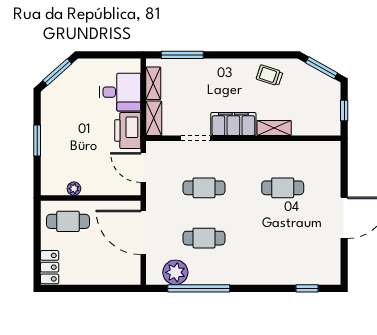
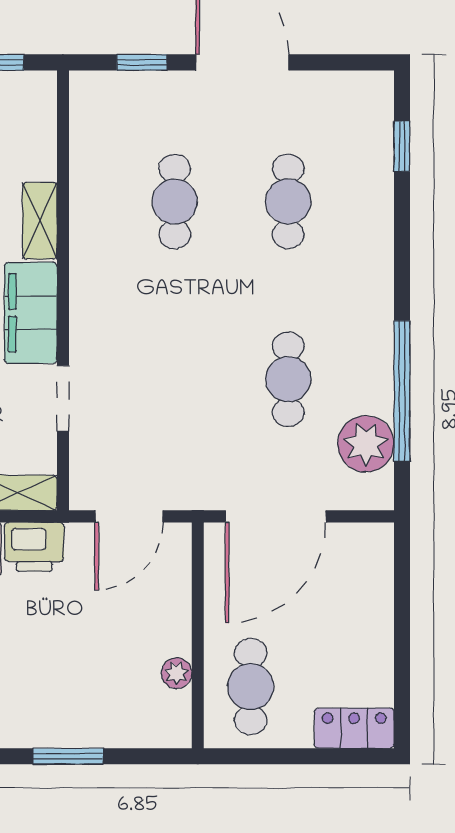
printer: (128, 131) -> (34, 547), width x0.73, depth x0.84
window: (344, 173) -> (142, 62), added
cafe table: (204, 188) -> (288, 201), moved

